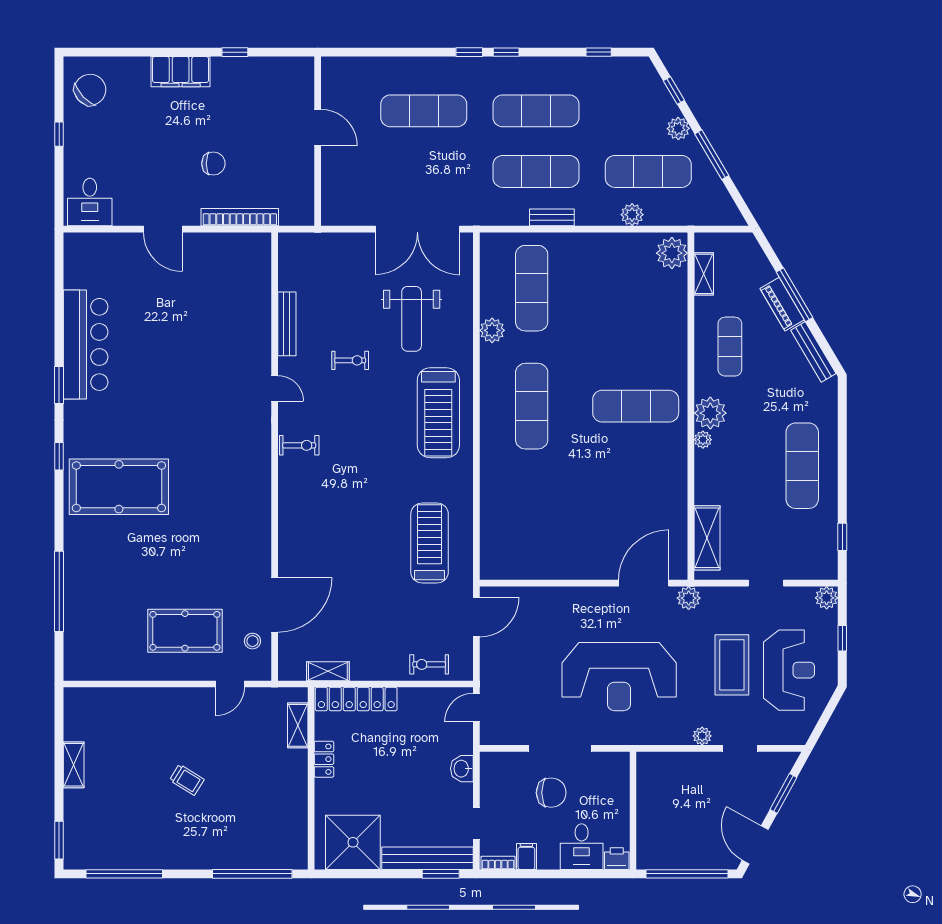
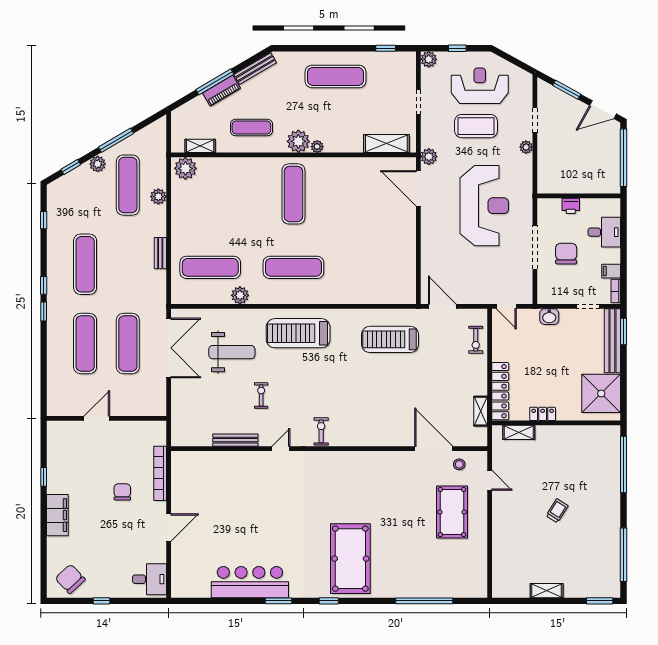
exercise mat: (536, 171) -> (128, 344), moved
treadmill: (438, 413) -> (298, 333), turned 180
printer: (617, 859) -> (571, 206), moved, turned -90

